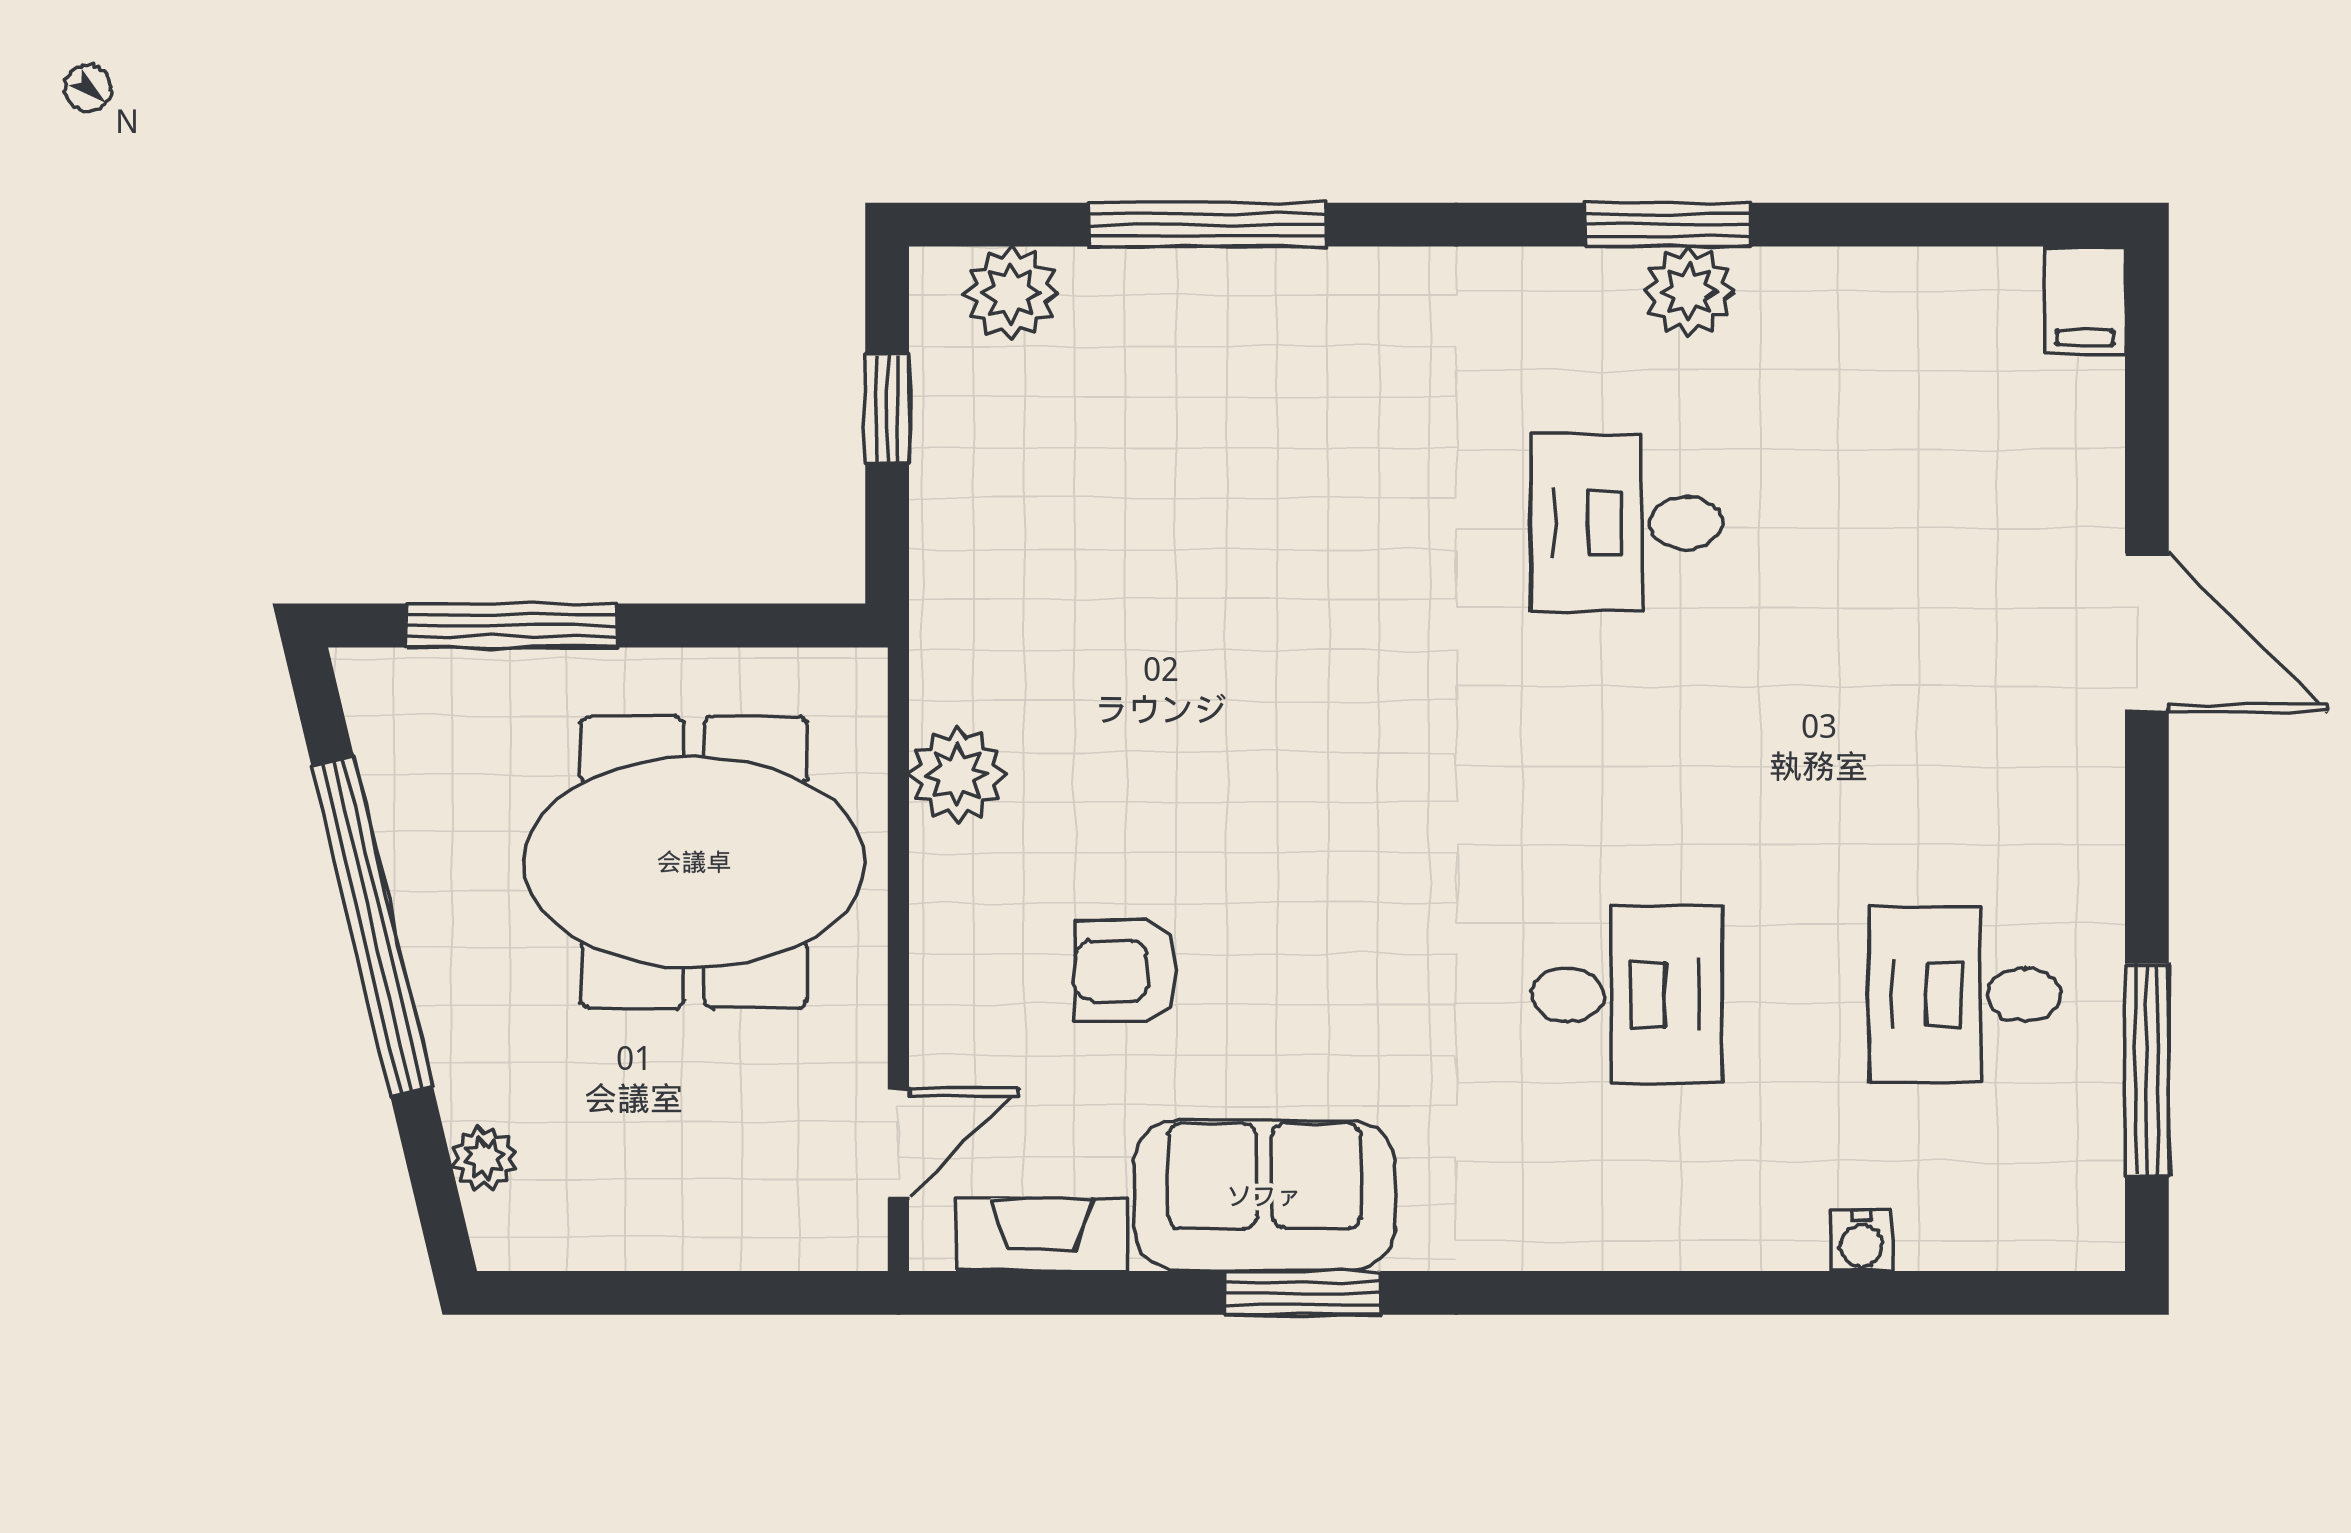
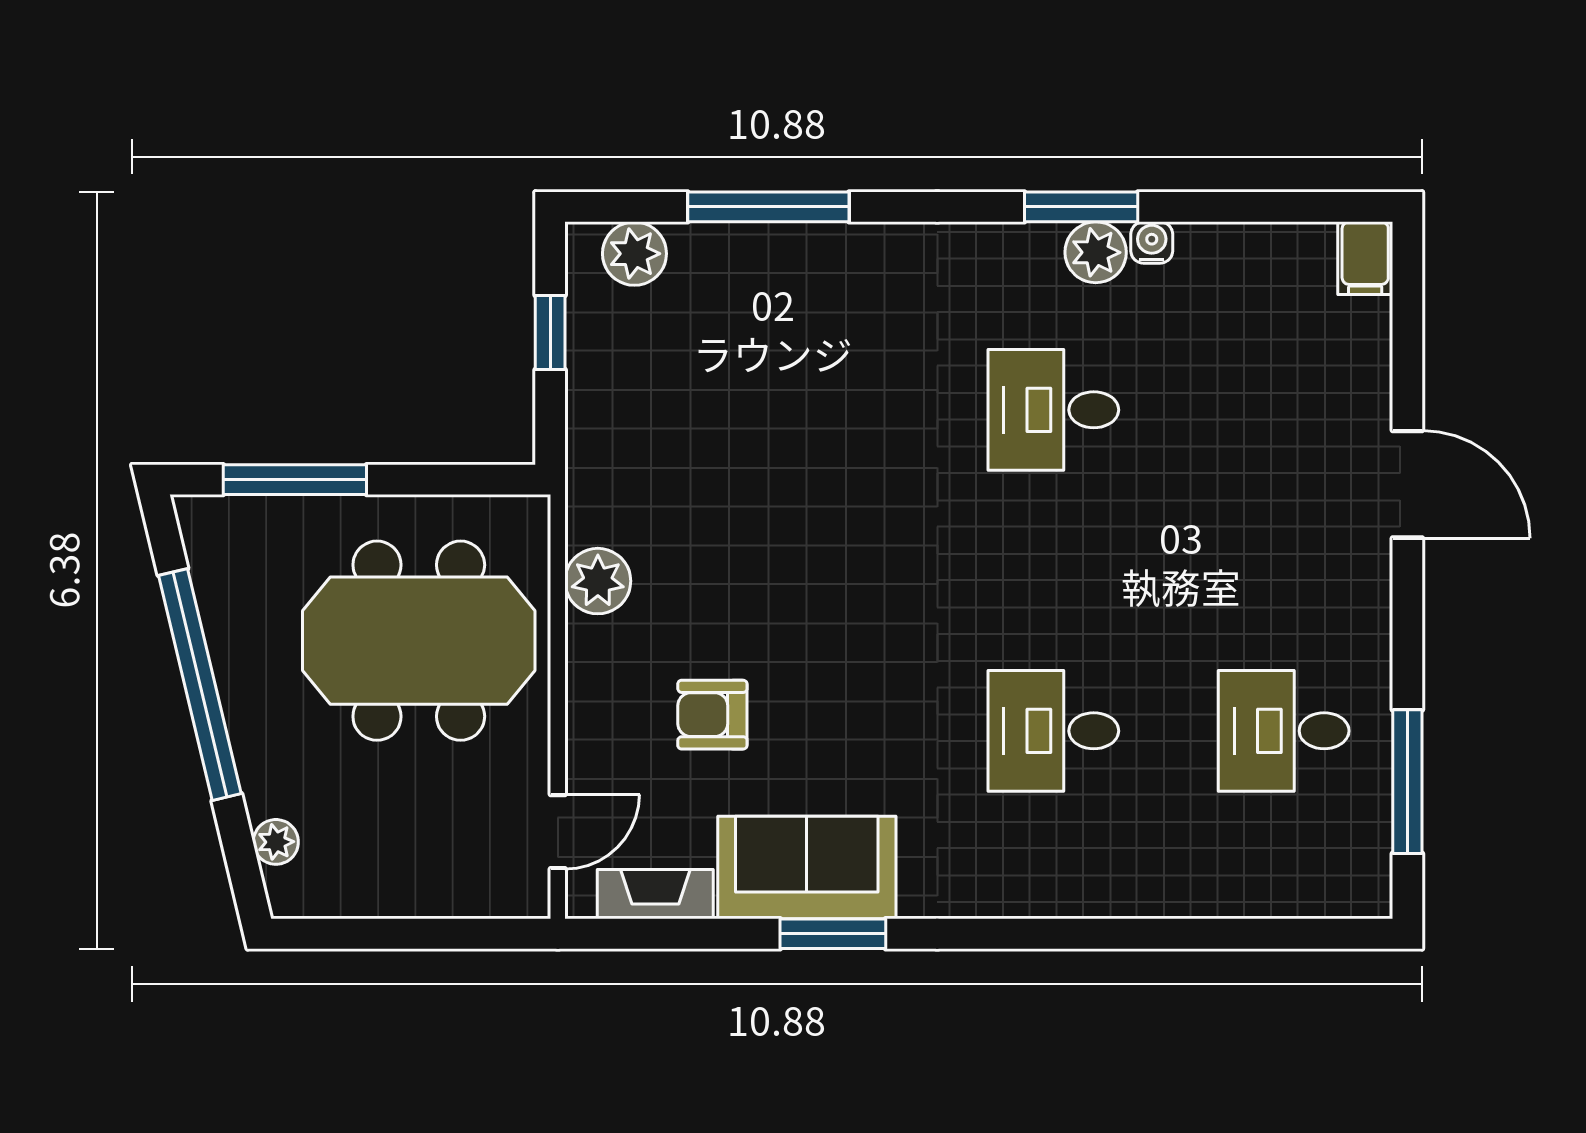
desk: (1627, 995) -> (1053, 731), turned 180
water cooler: (1862, 1241) -> (1152, 243), moved, turned 180

